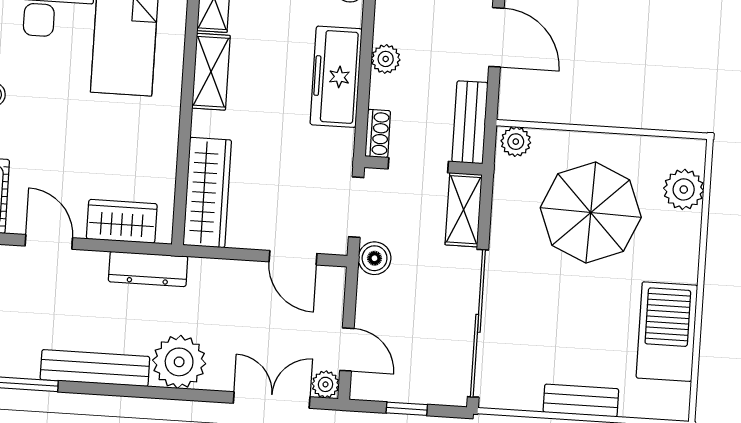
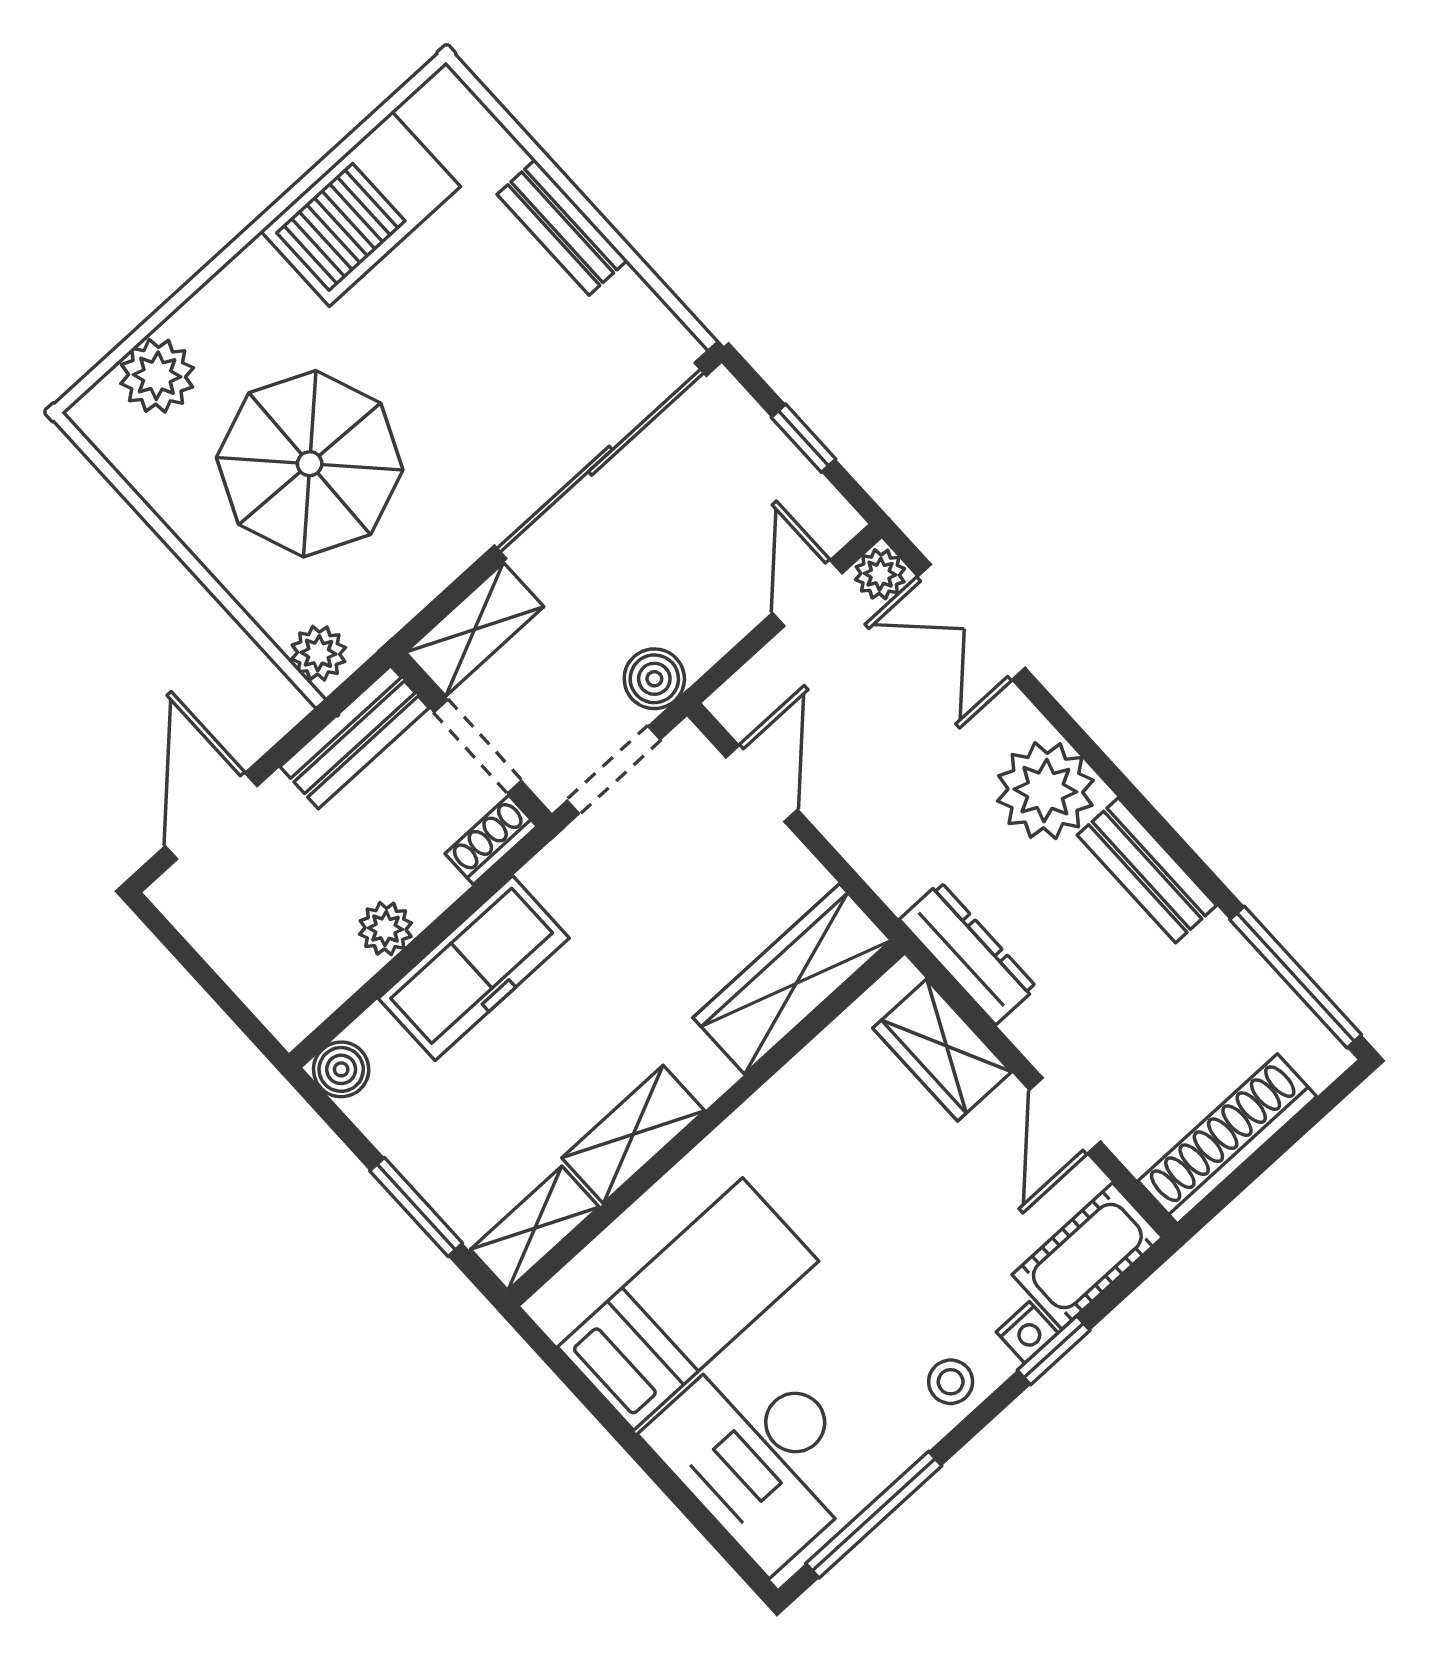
bench: (95, 368) -> (1147, 870), width x0.73

